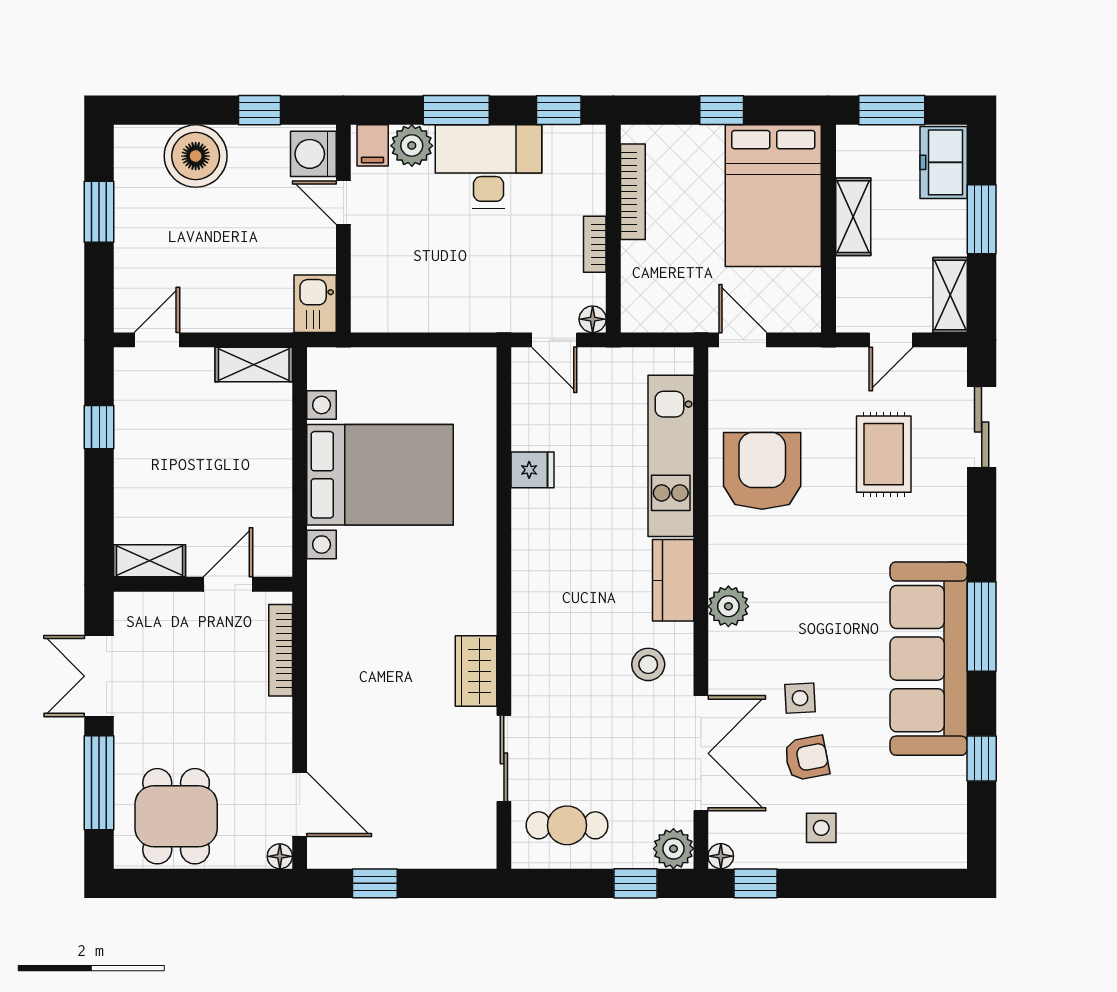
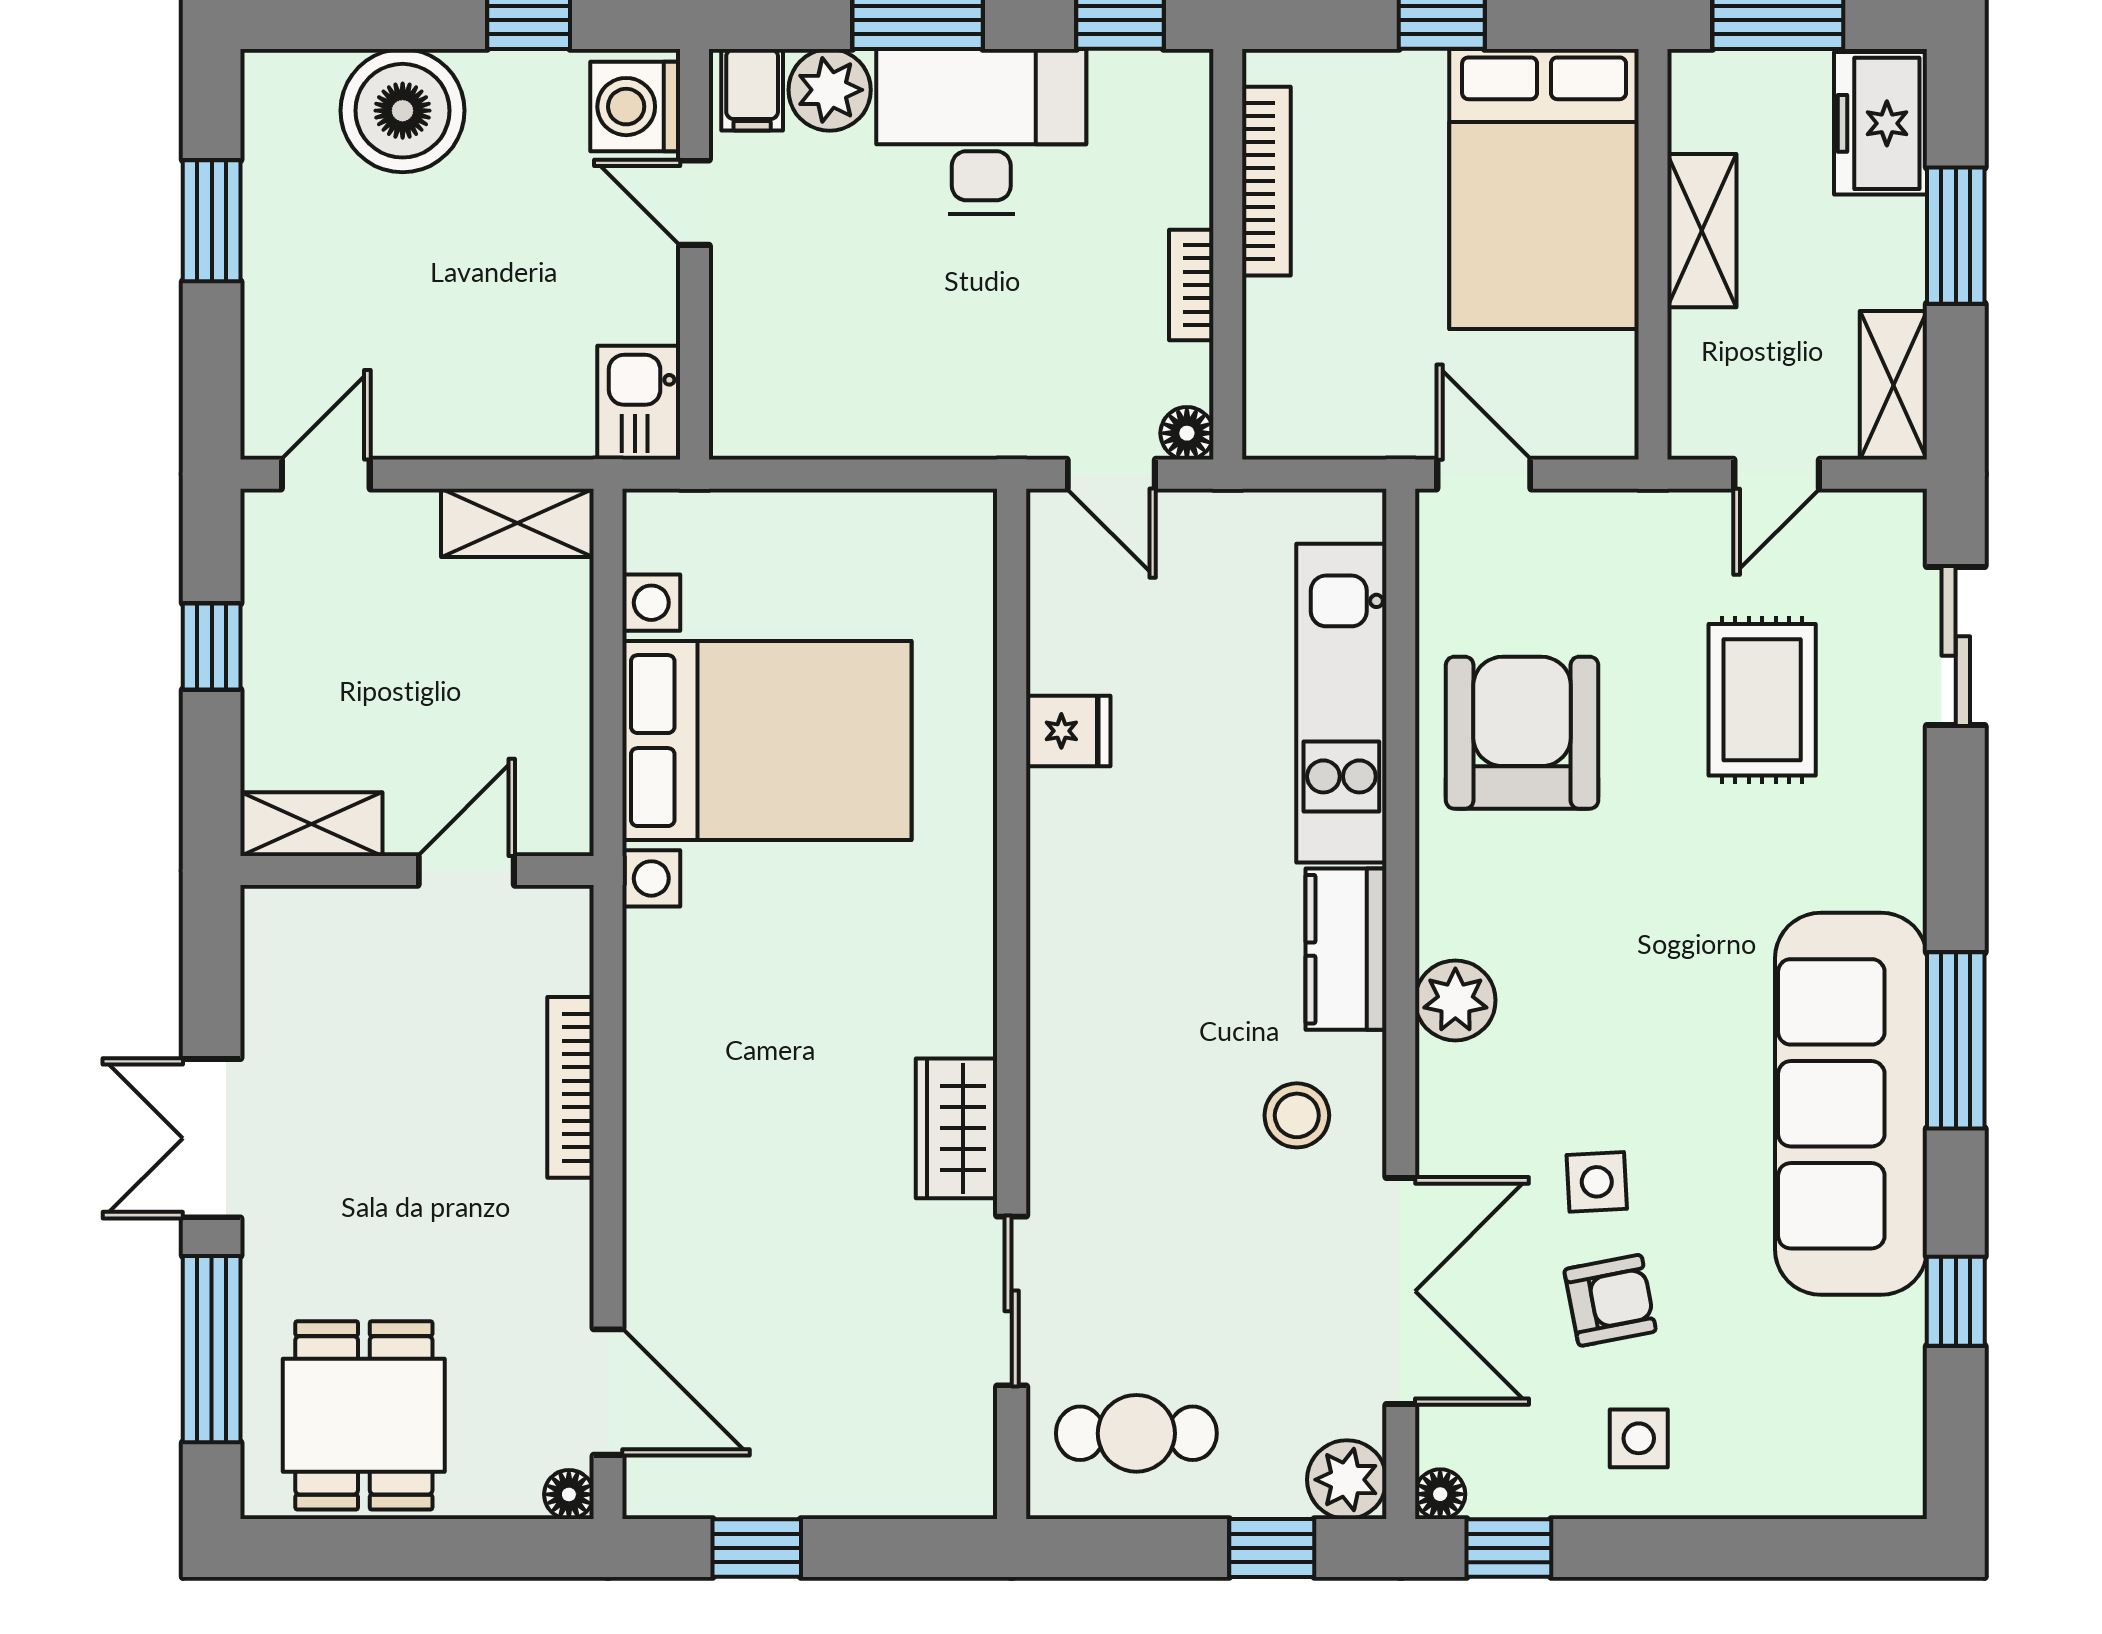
shelving: (150, 561) -> (311, 824), moved
wall: (203, 584) -> (417, 870), moved
door: (228, 584) -> (466, 870), moved

